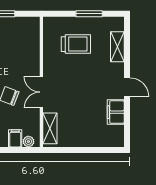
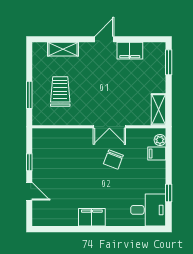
window: (89, 14) -> (29, 95), moved
shelving: (50, 128) -> (158, 109), moved, turned 90
window: (104, 150) -> (169, 62), added

